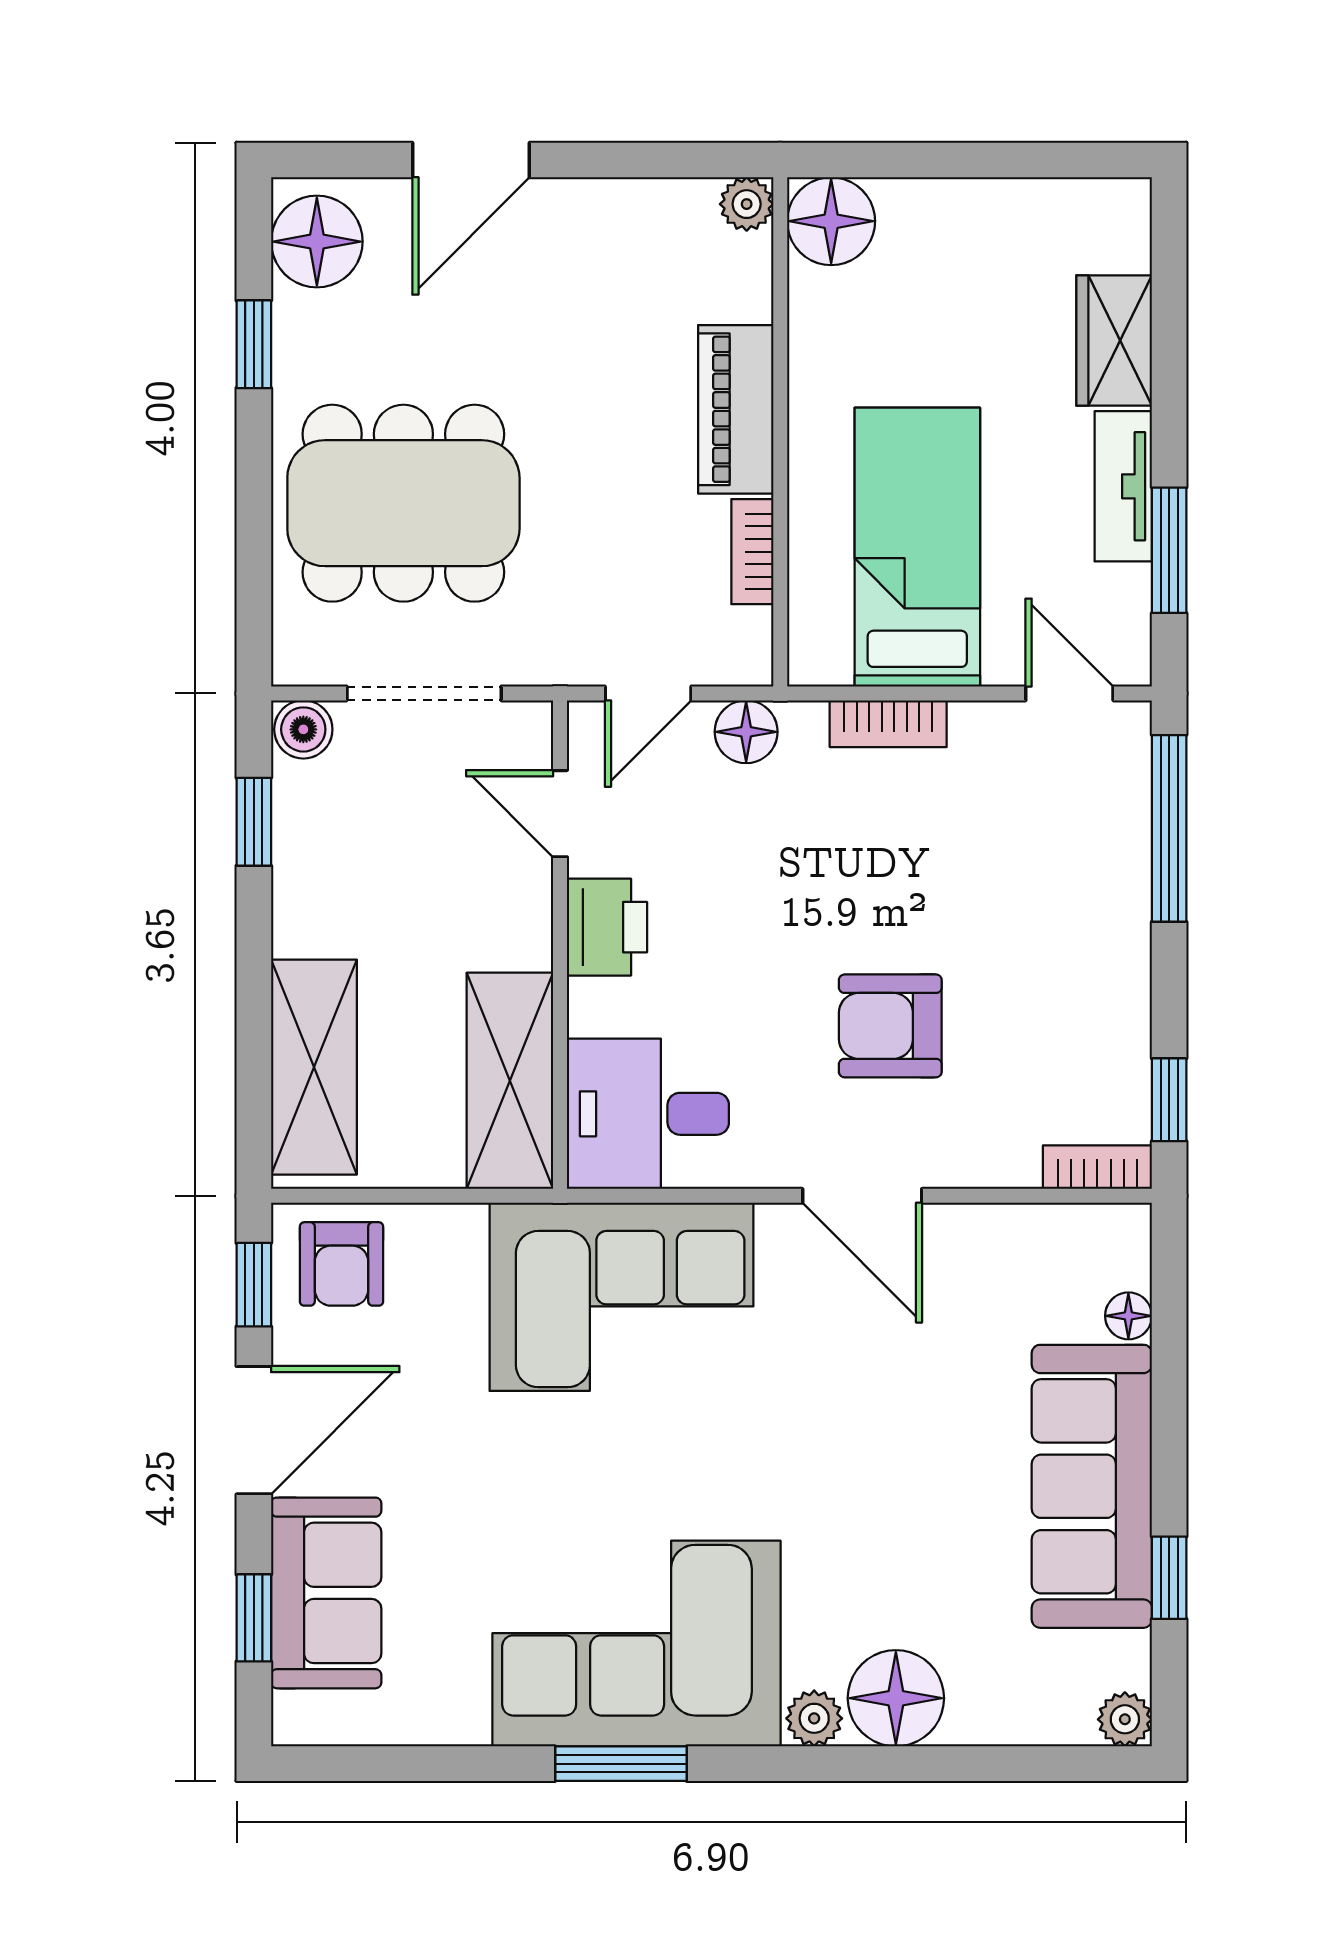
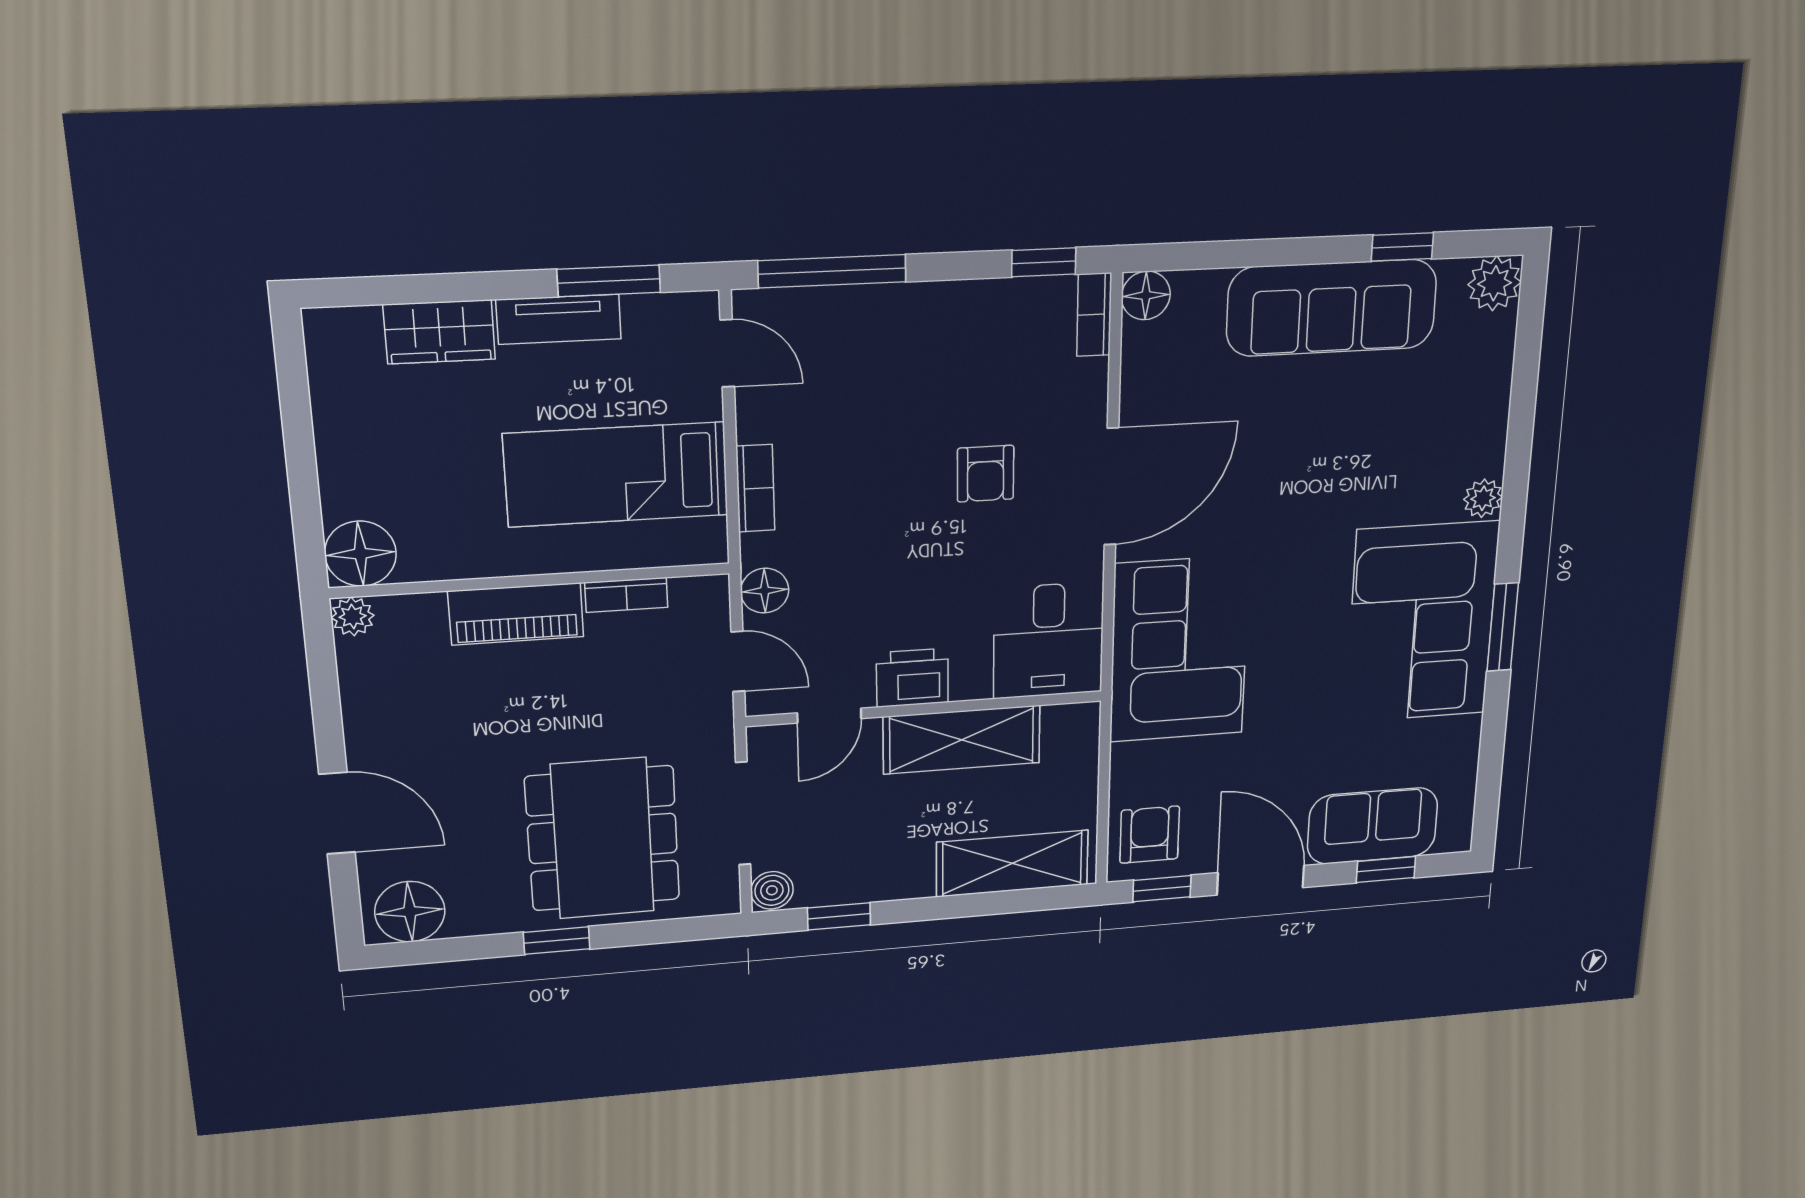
window: (254, 344) -> (557, 941), moved
door: (1069, 693) -> (727, 353), swing flipped
armchair: (890, 1026) -> (986, 474), width x0.72, depth x0.72
shelving: (510, 1081) -> (962, 740), moved
door: (862, 1196) -> (1111, 487), width x1.36
armchair: (341, 1264) -> (1150, 835), turned -90
floor lamp: (1128, 1316) -> (1146, 295), moved, width x1.37, depth x1.37
floor lamp: (896, 1698) -> (1474, 442), removed
plant: (1125, 1719) -> (1495, 283), width x1.38, depth x1.38

